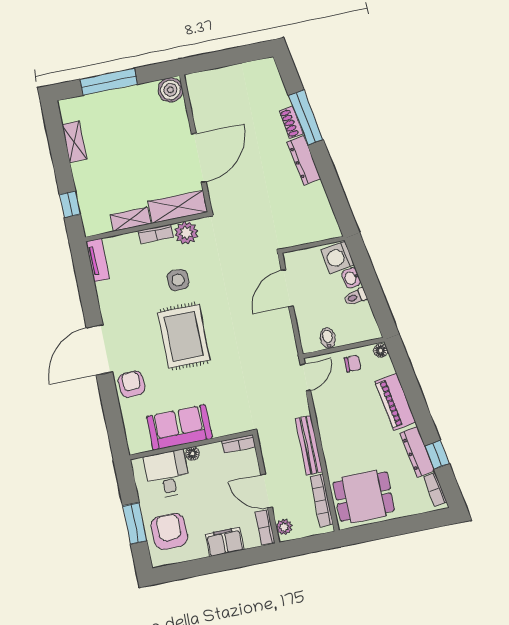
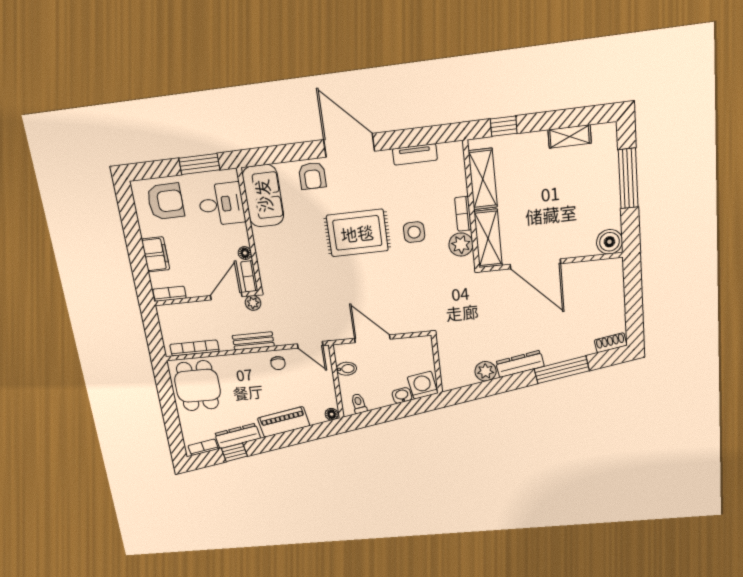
shoe rack: (291, 122) -> (610, 343), moved
plant: (315, 194) -> (486, 371), added
shelving: (130, 219) -> (483, 179), width x1.50, depth x1.33
tv unit: (98, 260) -> (415, 154), moved
door: (287, 288) -> (372, 339), moved
toilet: (355, 297) -> (359, 404), moved
chair: (353, 364) -> (278, 363), moved
armchair: (132, 384) -> (312, 176), turned 92
sofa: (179, 427) -> (263, 196), moved
bench: (309, 445) -> (253, 341), width x0.73
floor lamp: (192, 454) -> (245, 253), moved
door: (267, 491) -> (226, 296), moved
window: (135, 523) -> (199, 164), moved
plant: (284, 527) -> (253, 303), moved

